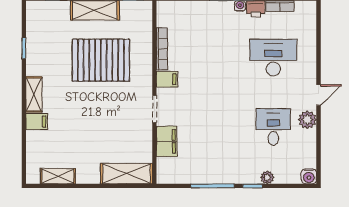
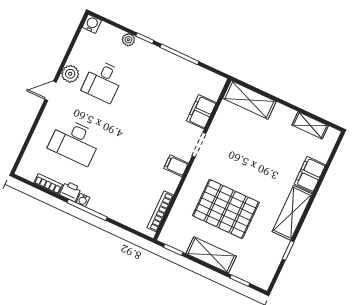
bookcase: (162, 49) -> (160, 211), moved
shelving: (34, 94) -> (292, 213), width x1.50, depth x1.33
filing cabinet: (37, 122) -> (310, 174), width x2.00

